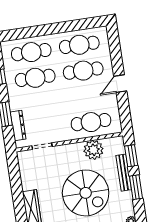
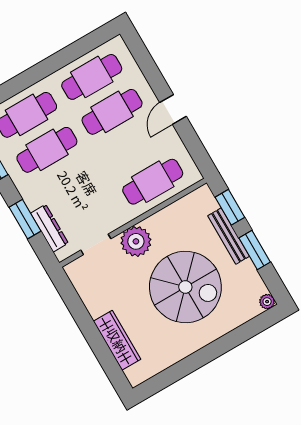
plant: (93, 150) -> (136, 241), moved

